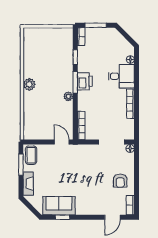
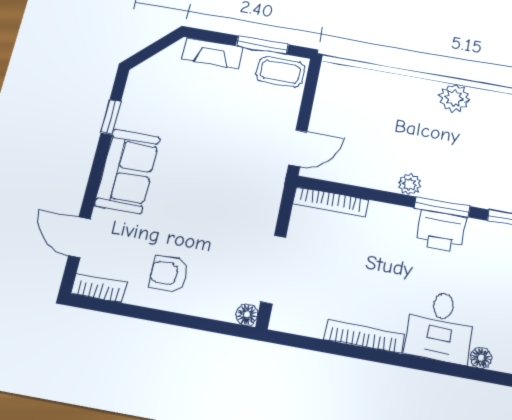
sofa: (59, 206) -> (127, 171), moved

